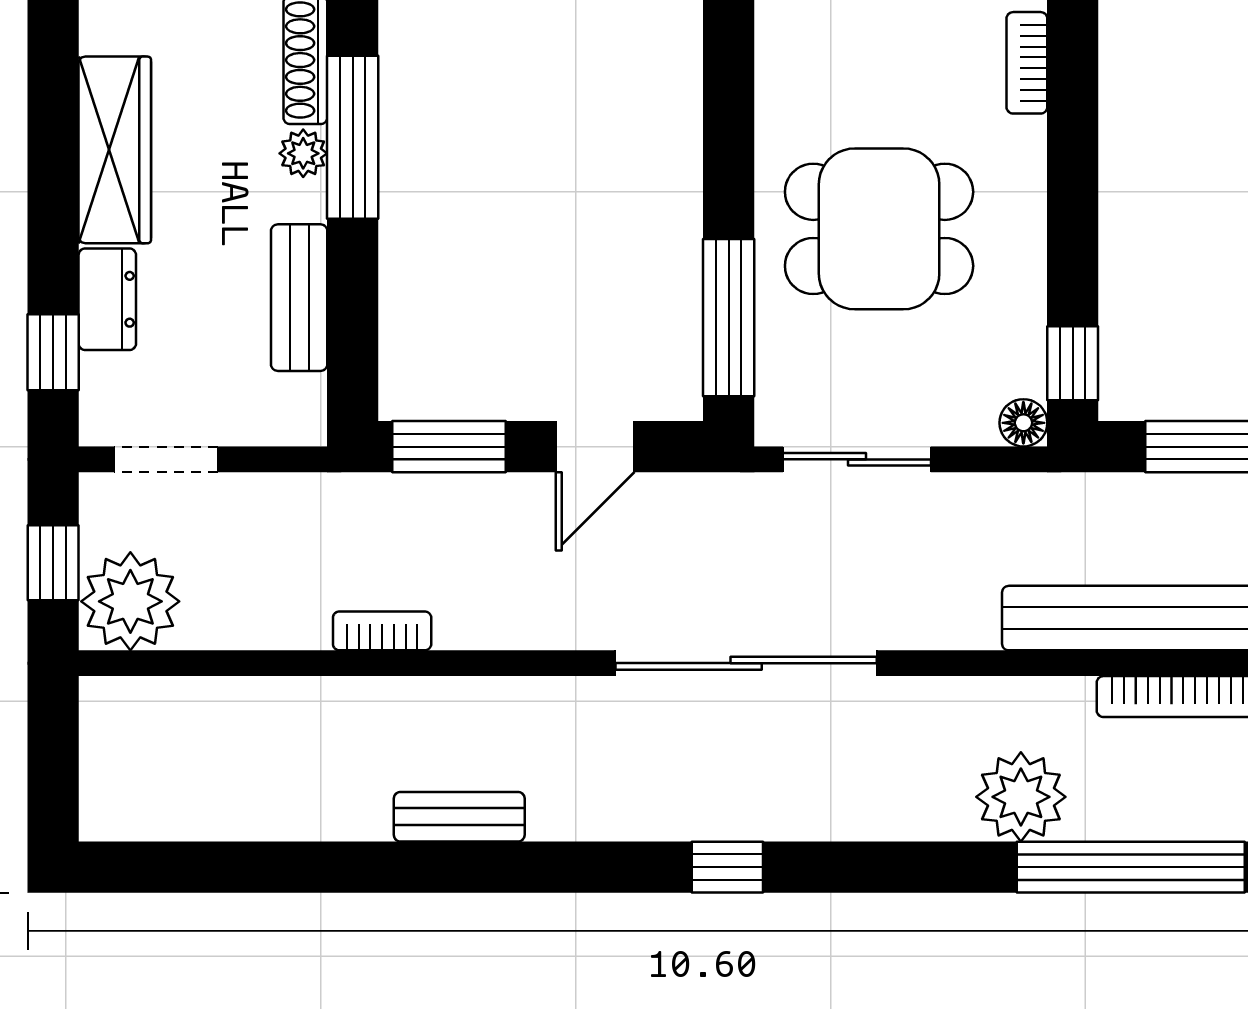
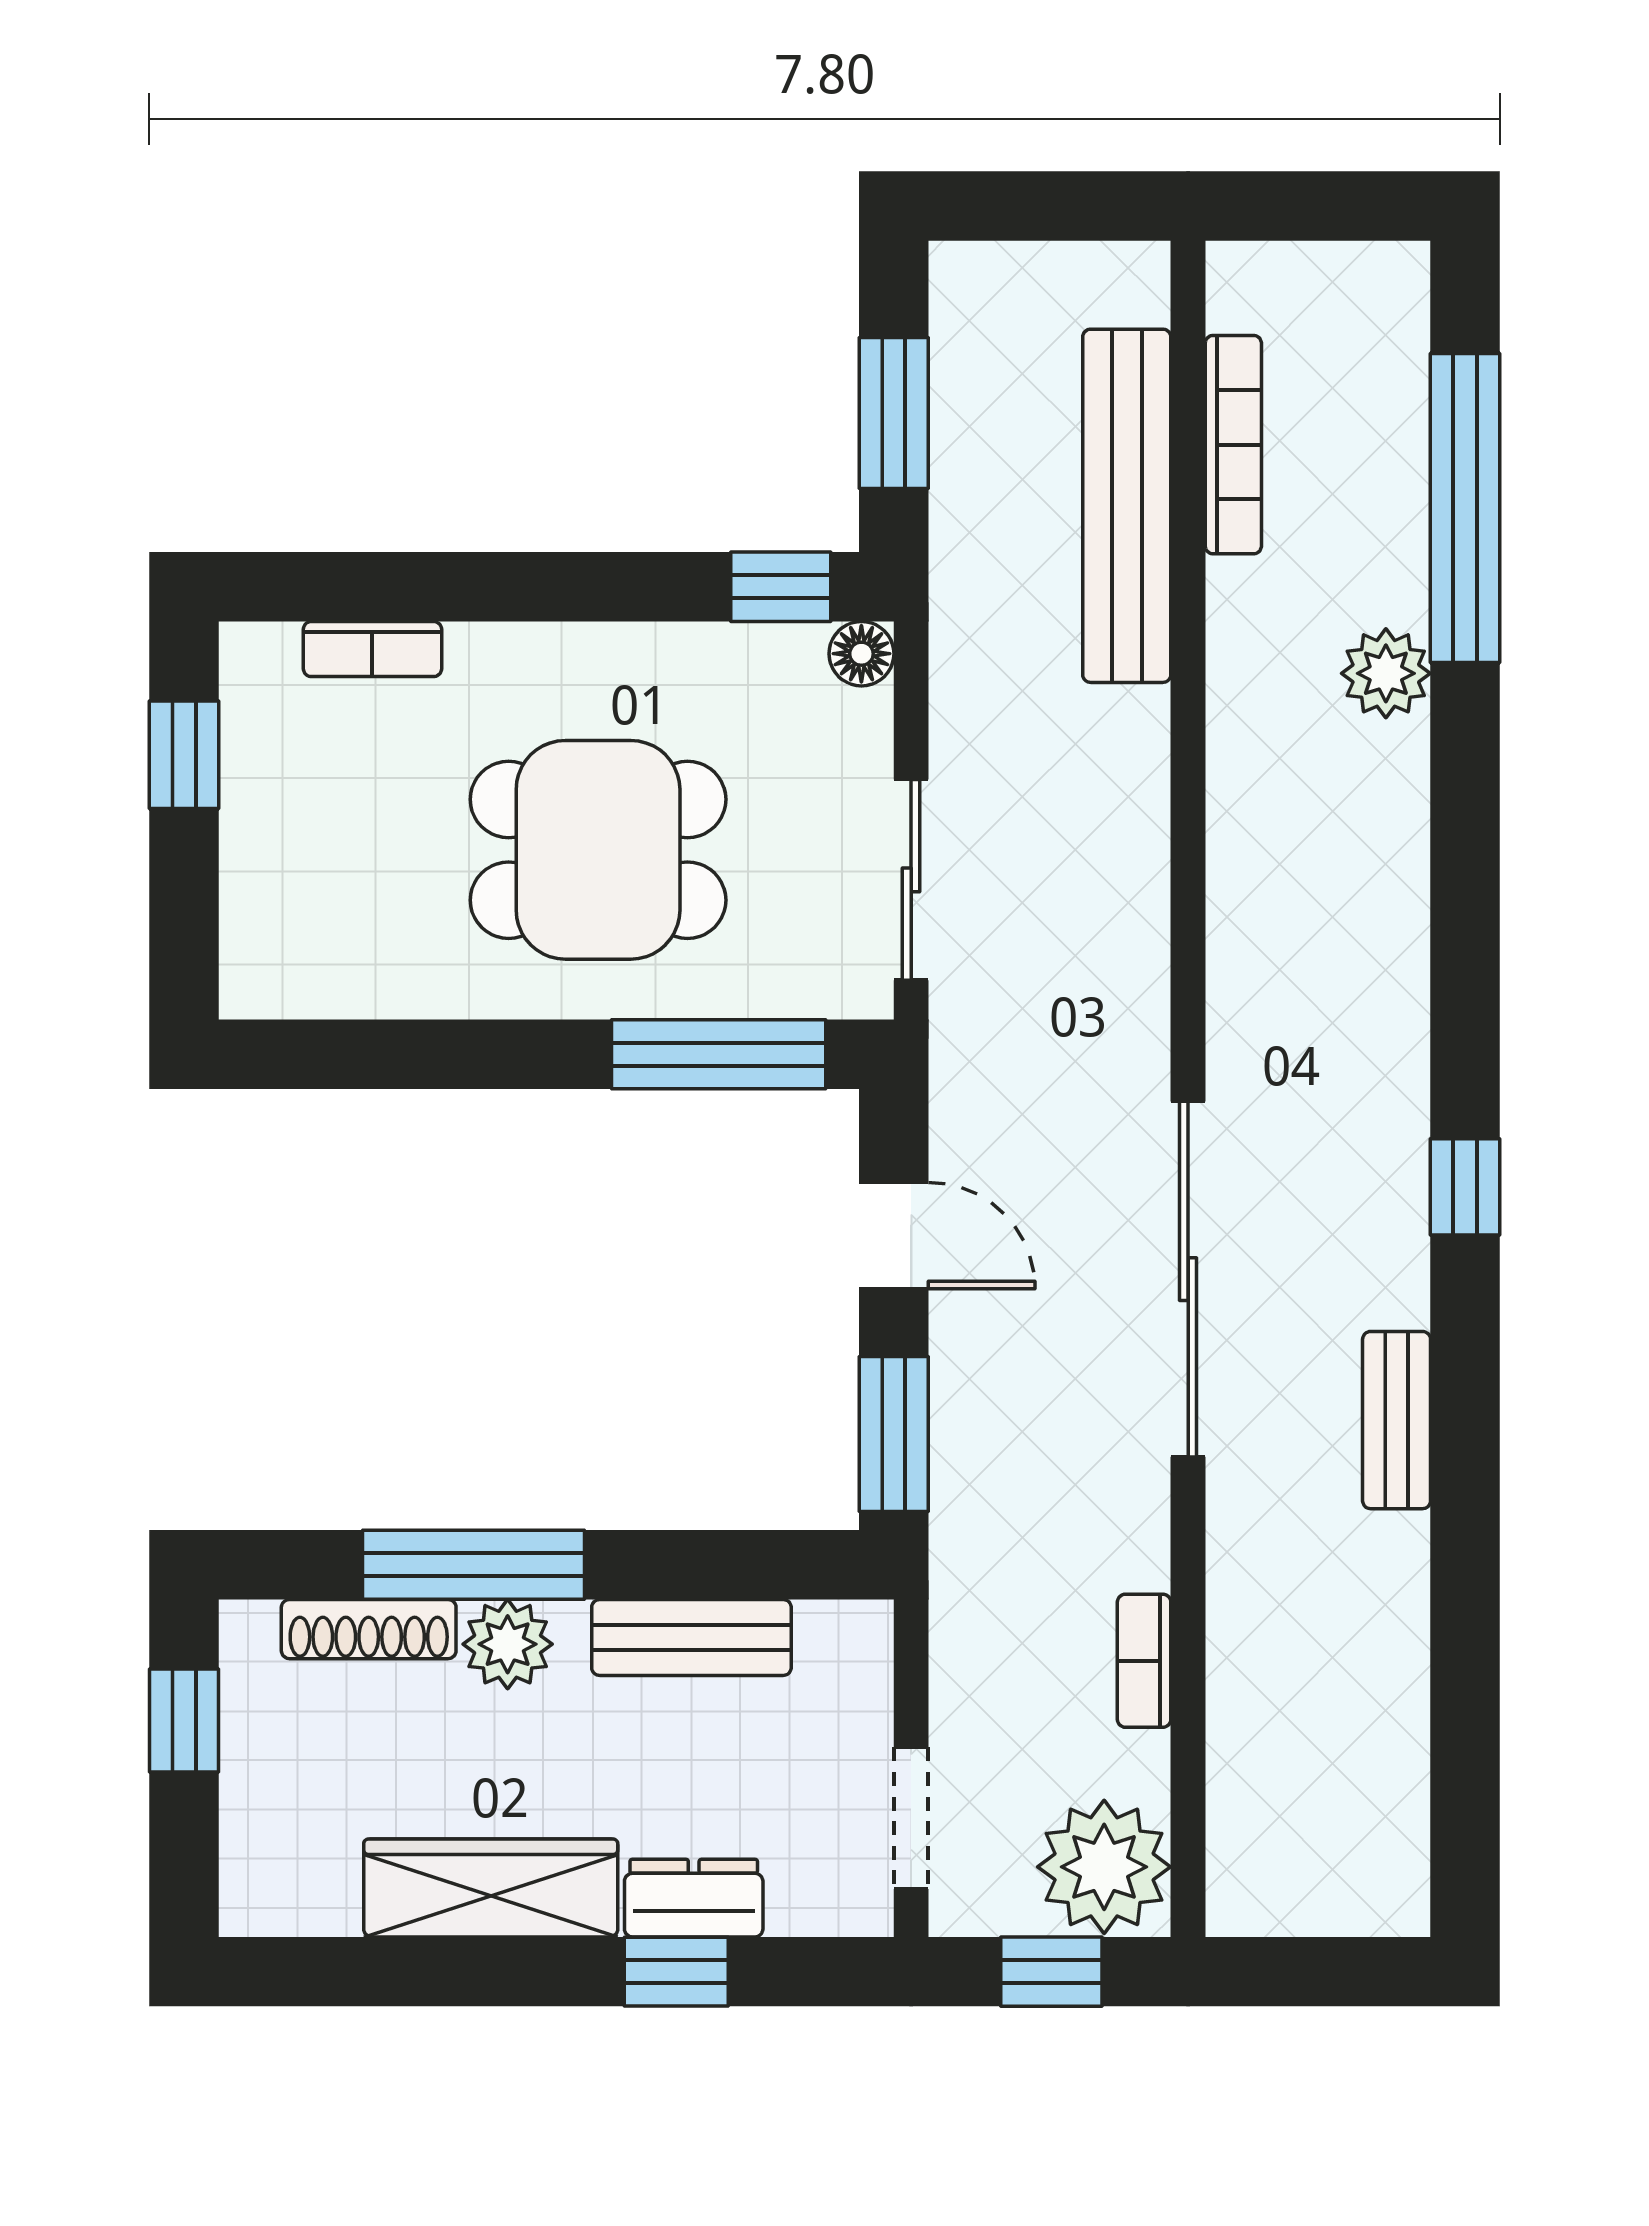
plant: (303, 153) -> (508, 1644), width x1.38, depth x1.38
dining table: (879, 229) -> (598, 850), turned 90
window: (53, 352) -> (676, 1972), moved
bookcase: (382, 631) -> (1144, 1661), moved
sliding door: (746, 663) -> (1188, 1279), moved
plant: (1021, 797) -> (1386, 673), width x0.73, depth x0.73
window: (727, 867) -> (1465, 1187), moved

